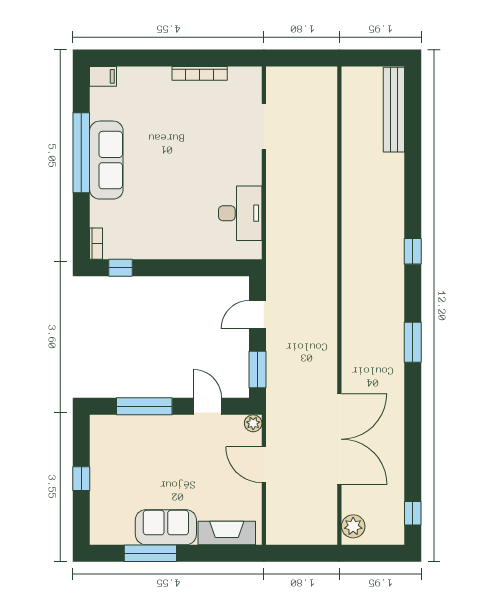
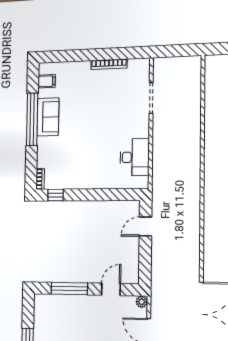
filing cabinet: (103, 76) -> (47, 81), moved
sofa: (106, 160) -> (48, 117), width x0.73
window: (258, 370) -> (145, 264), removed
door: (207, 406) -> (111, 289), hinge flipped

